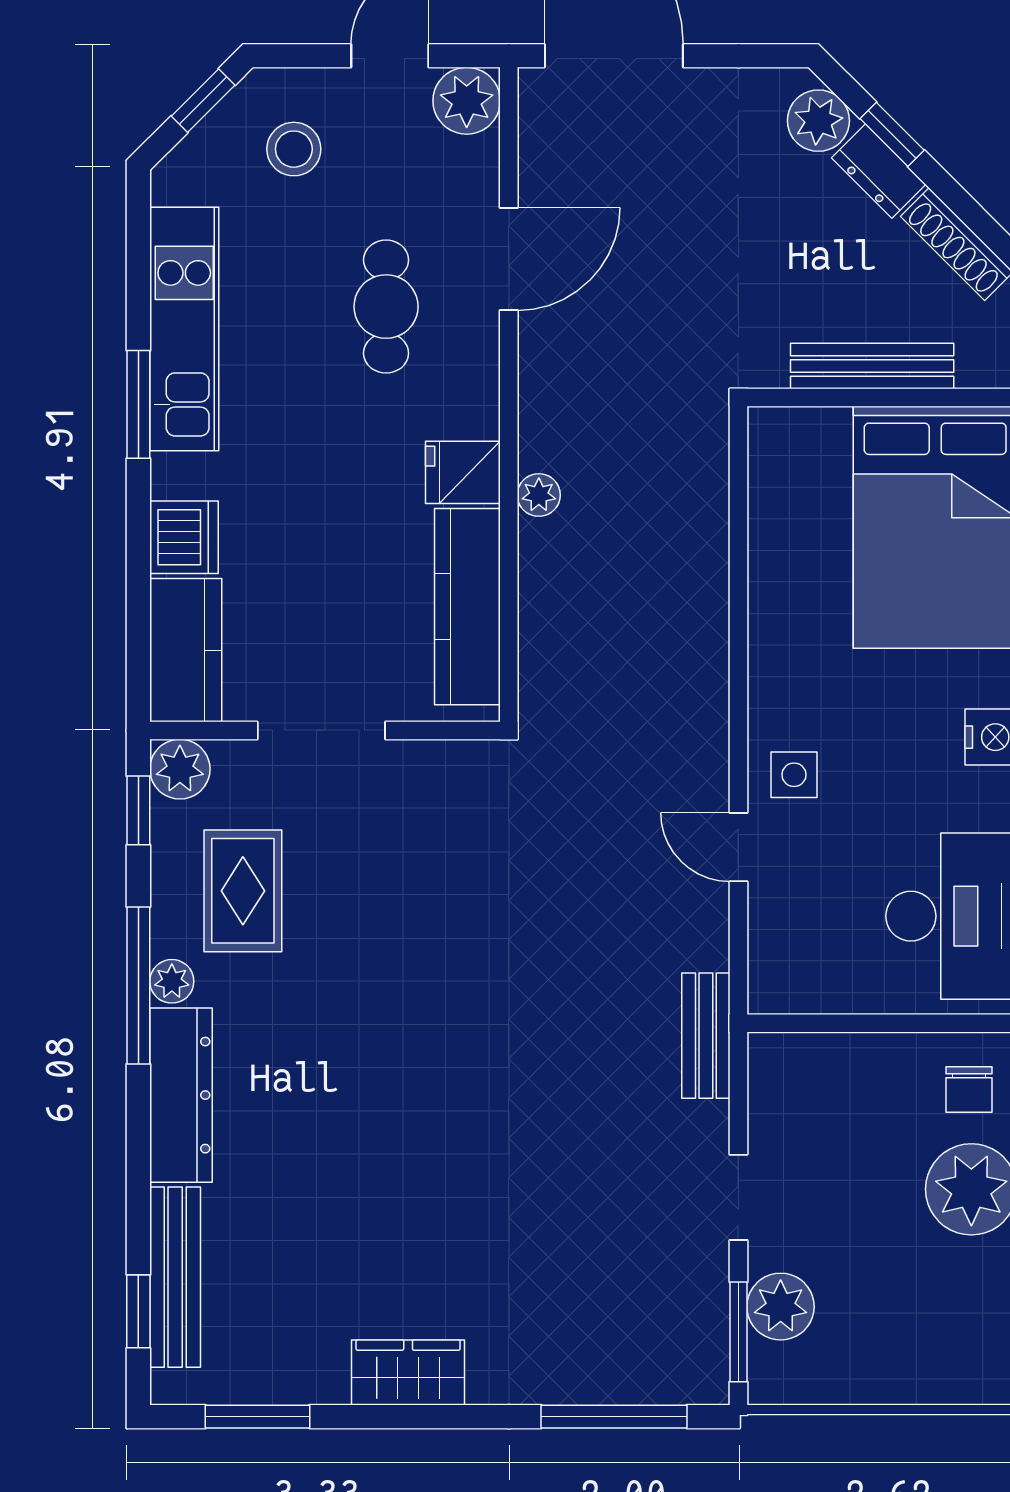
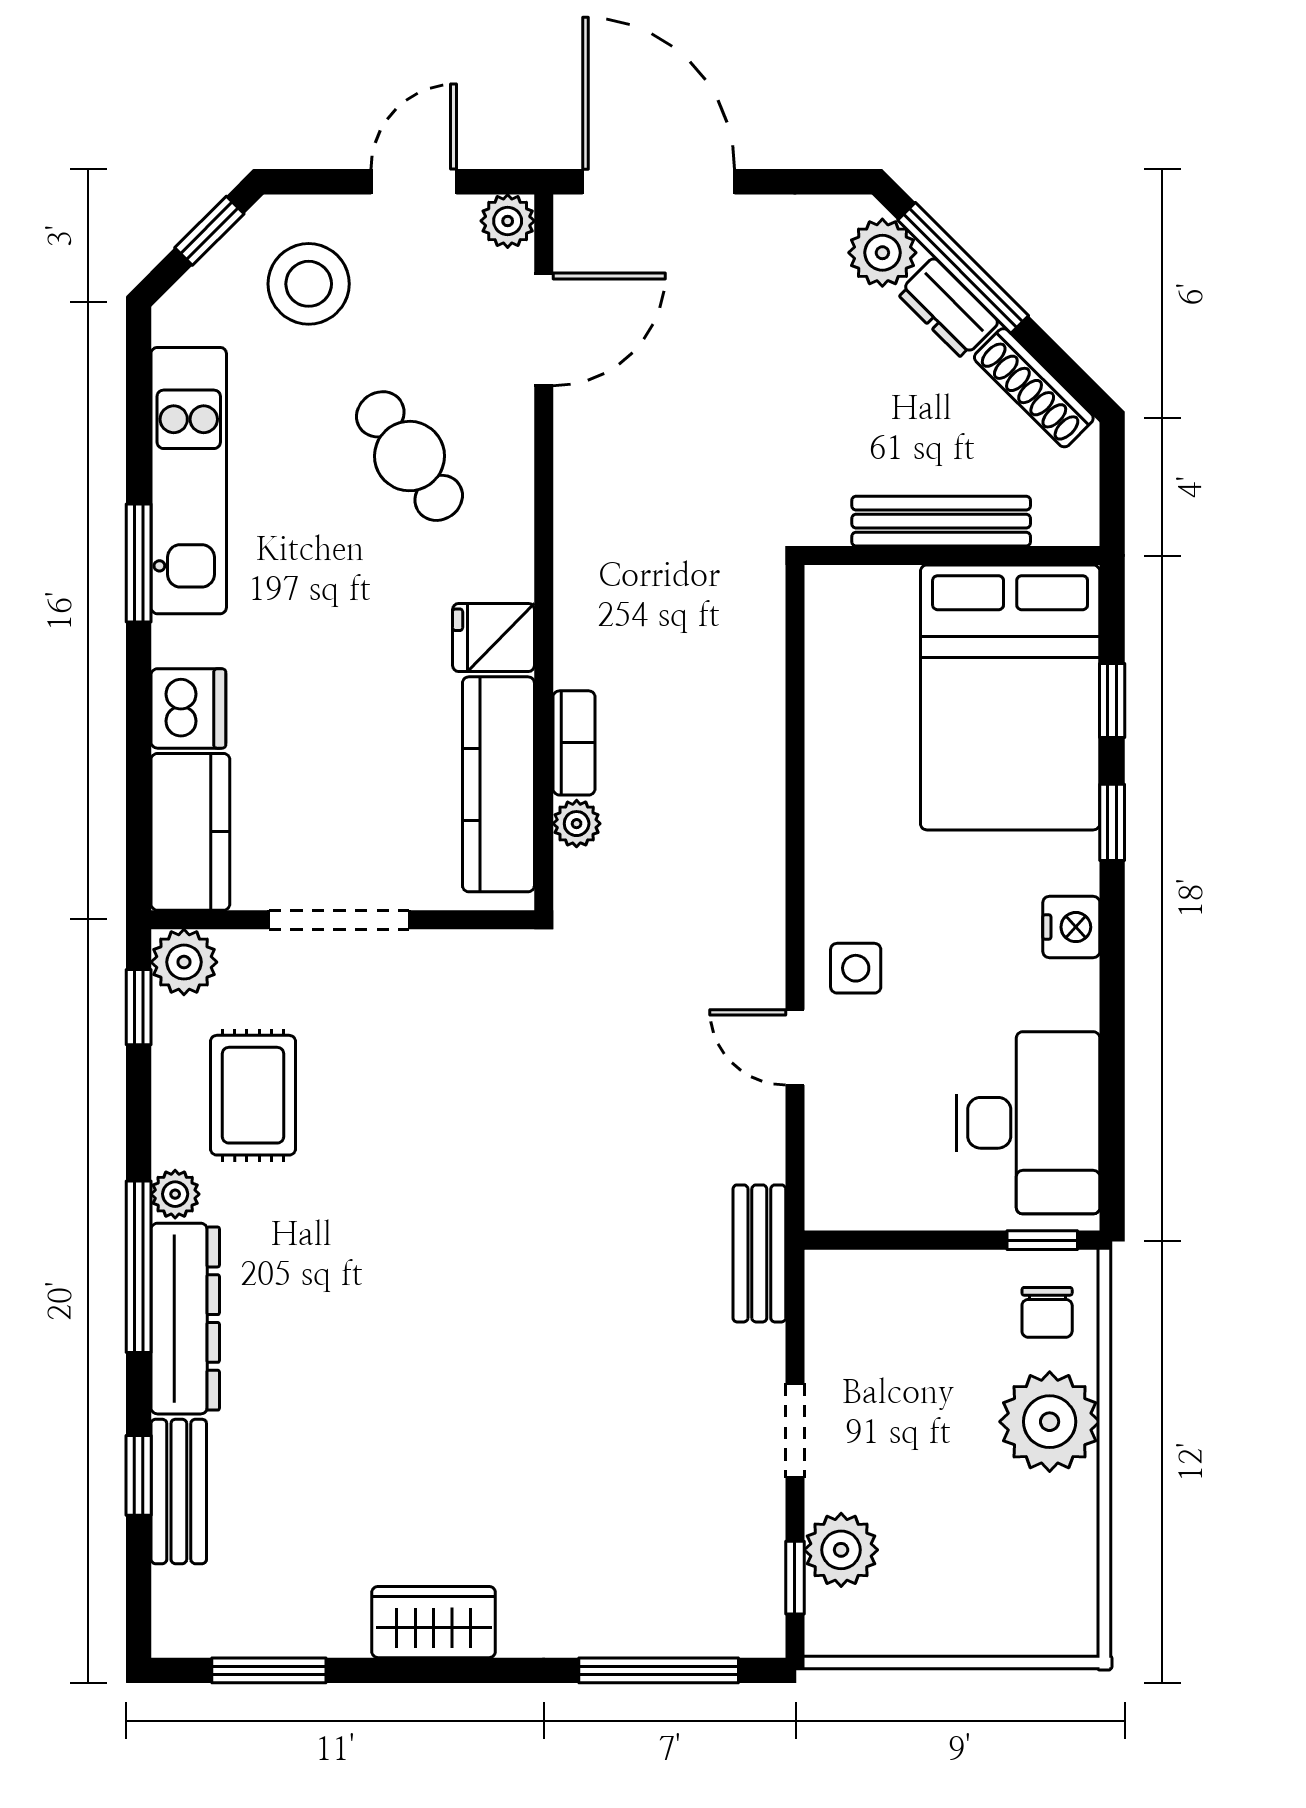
plant: (467, 101) -> (508, 221), width x0.73, depth x0.73
window: (892, 134) -> (963, 268), width x2.17
stool: (294, 149) -> (309, 284), width x1.38, depth x1.38
door: (509, 259) -> (544, 329), moved
cafe table: (386, 307) -> (409, 456), turned -35
plant: (539, 495) -> (577, 824), moved
bookcase: (536, 569) -> (574, 743), added
window: (138, 986) -> (139, 1267), moved
window: (964, 1023) -> (1042, 1240), added
bench: (175, 1277) -> (179, 1491), width x0.73
window: (138, 1311) -> (139, 1475), moved
window: (738, 1332) -> (795, 1578), width x0.67

